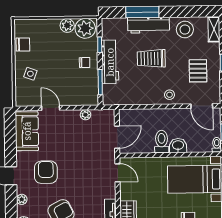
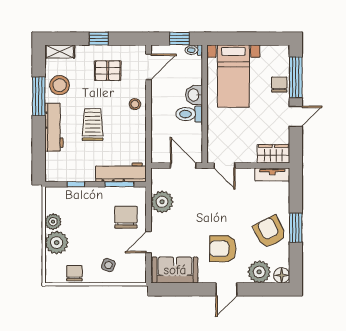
window: (142, 12) -> (39, 96), moved
plant: (85, 28) -> (57, 243), moved
trolley: (151, 58) -> (93, 125), turned 180
workbench: (110, 62) -> (121, 172), moved
chair: (85, 63) -> (126, 217), moved, width x1.87, depth x1.87
plant: (85, 115) -> (162, 202), width x1.88, depth x1.88
door: (118, 173) -> (225, 166), swing flipped
plant: (22, 199) -> (259, 272), width x1.87, depth x1.87

